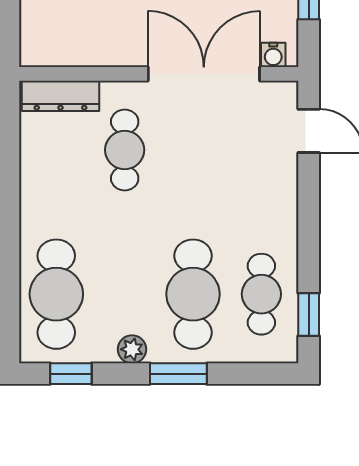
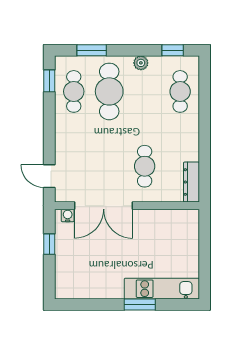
dresser: (60, 96) -> (191, 182), moved, turned -90
cafe table: (56, 294) -> (180, 91), width x0.73, depth x0.74
window: (178, 374) -> (92, 50), moved

